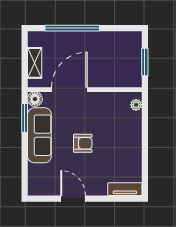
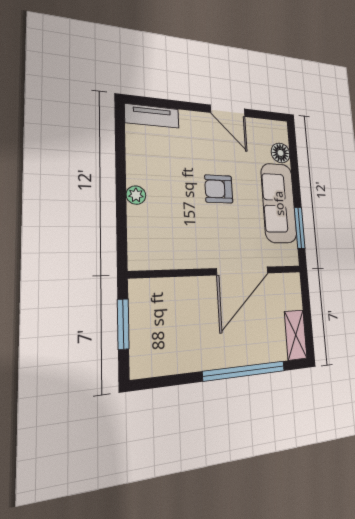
shelving: (35, 63) -> (296, 335), moved
floor lamp: (35, 99) -> (281, 153), moved
plant: (136, 105) -> (136, 195), moved

